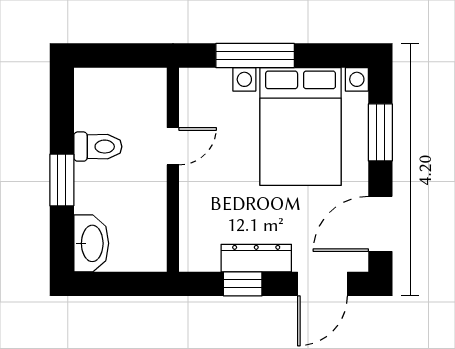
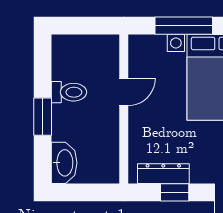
dresser: (256, 258) -> (163, 174), moved

